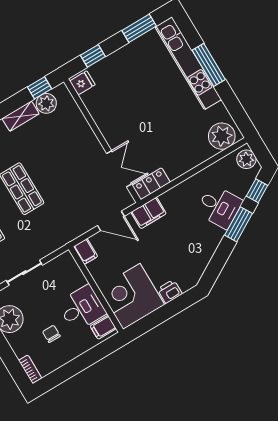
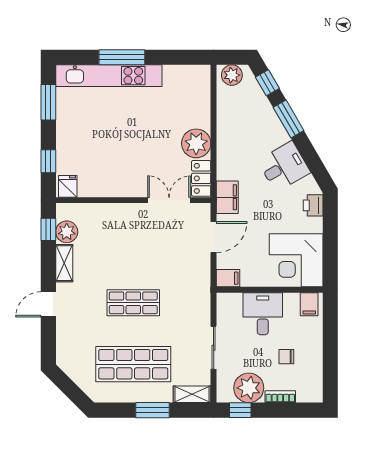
plant: (222, 136) -> (196, 143), moved
desk: (219, 207) -> (284, 166), moved
printer: (170, 292) -> (313, 205), moved
desk: (82, 308) -> (263, 314), moved
bookcase: (30, 369) -> (280, 397), moved

